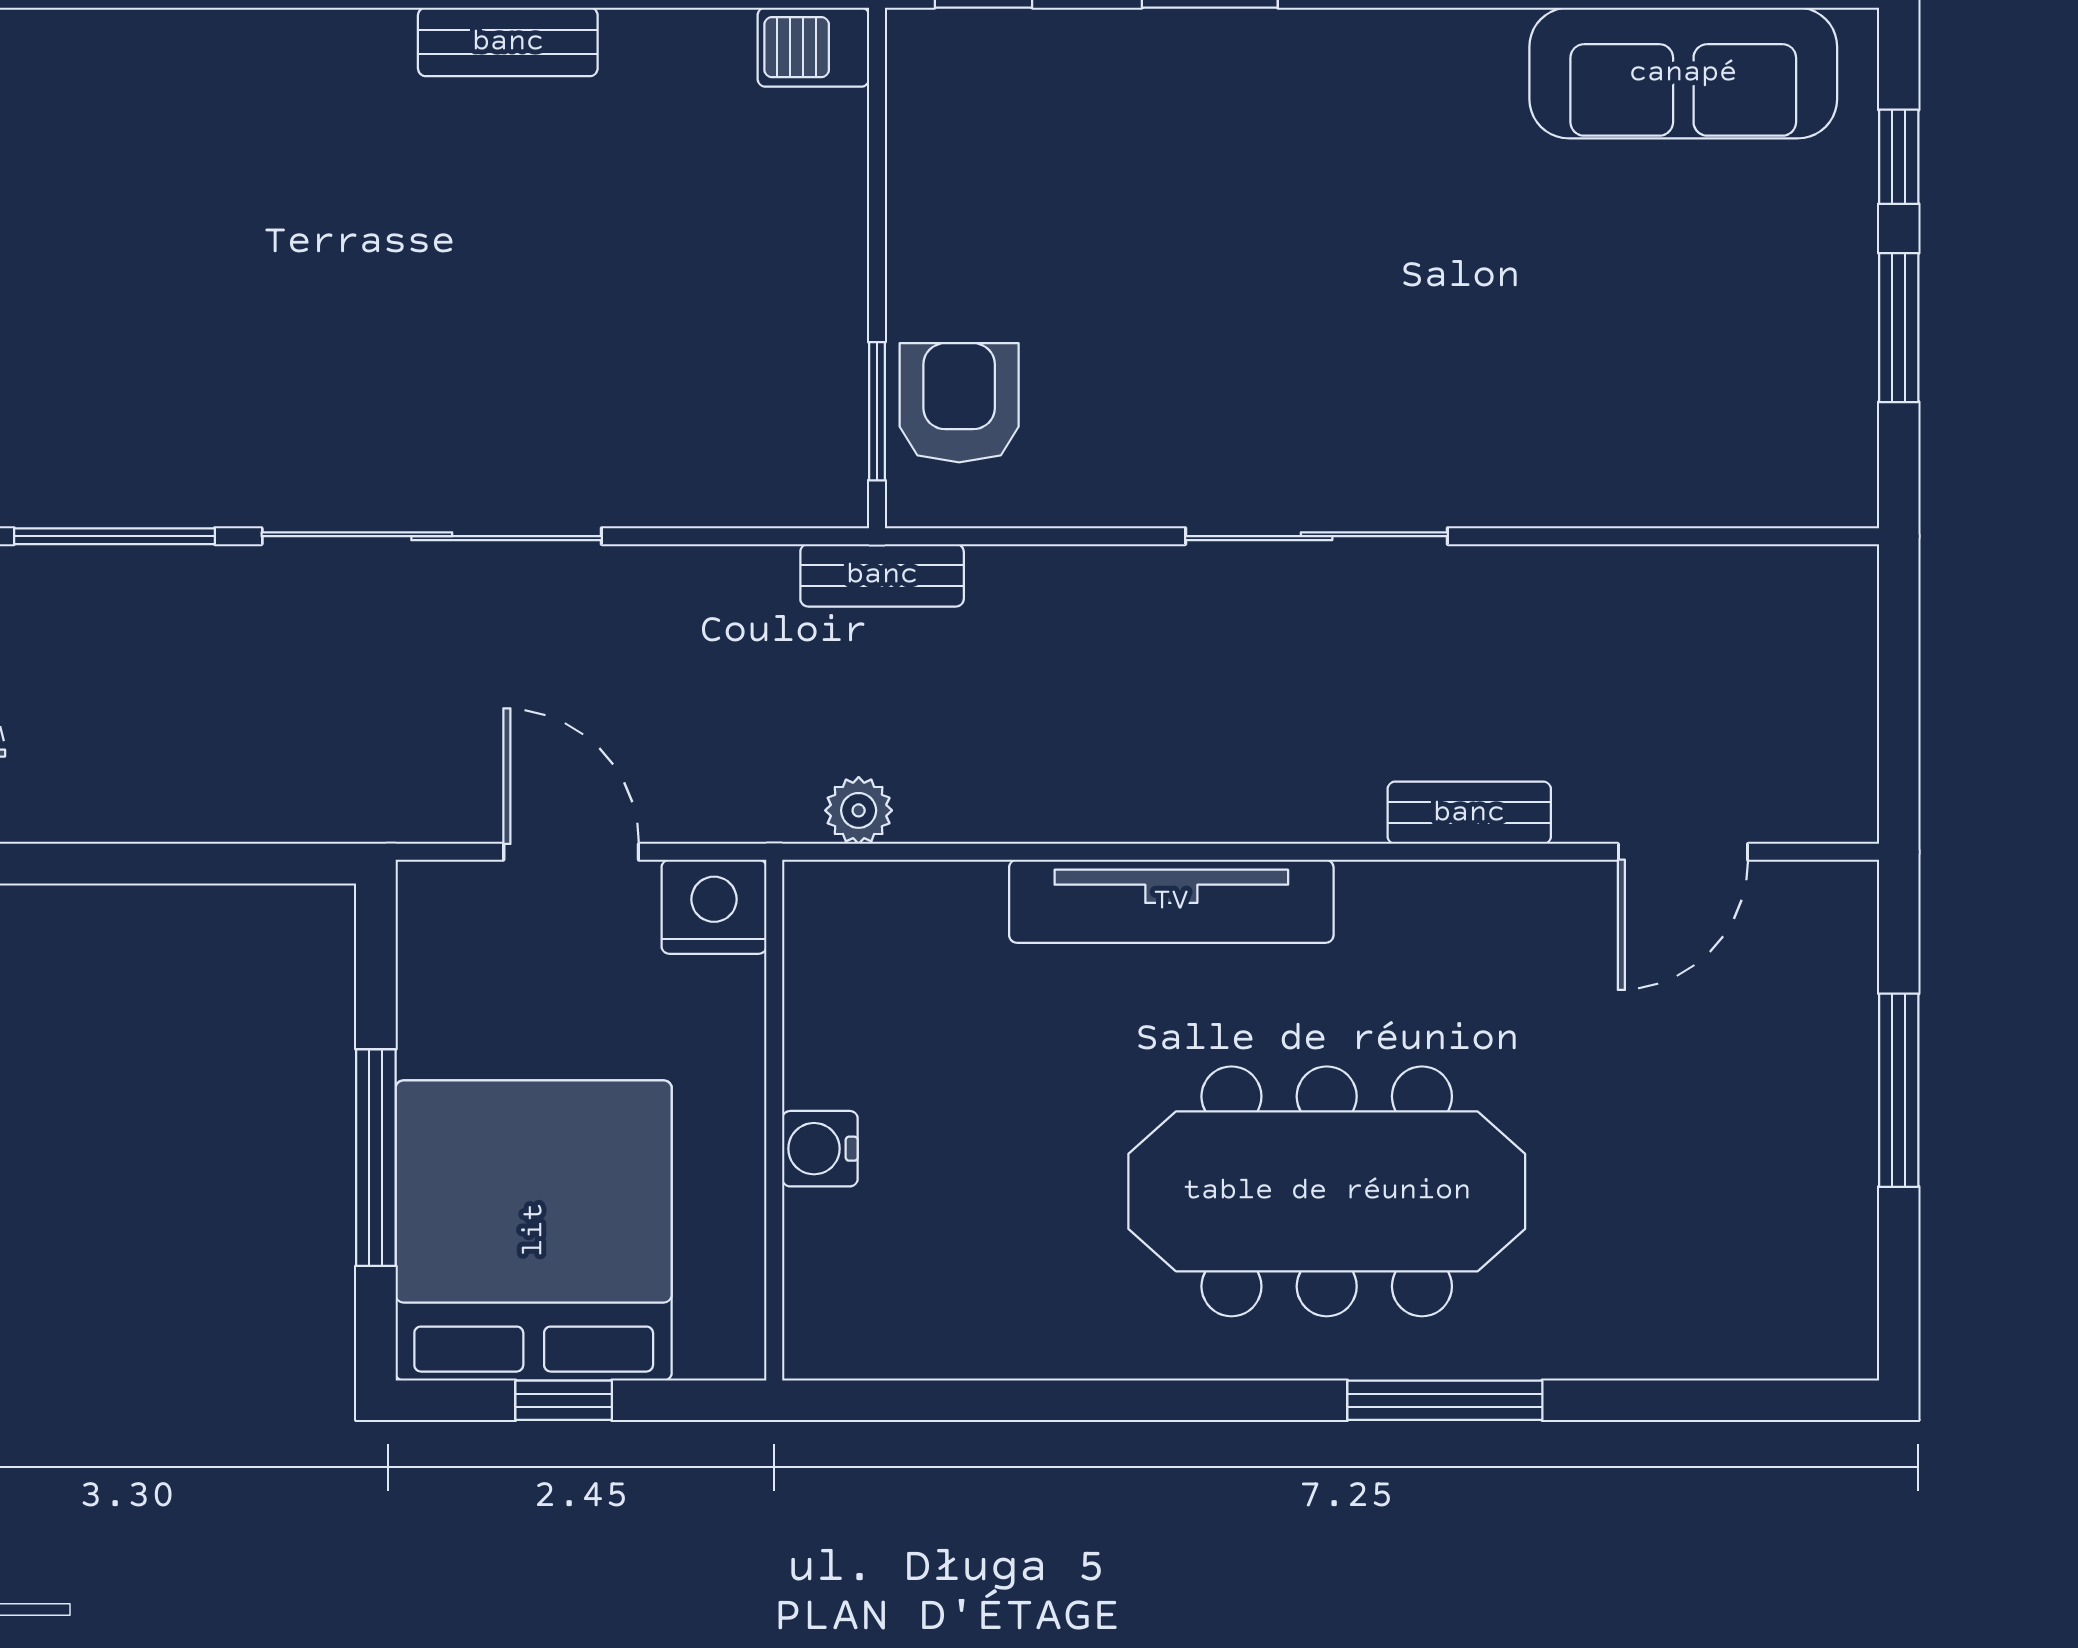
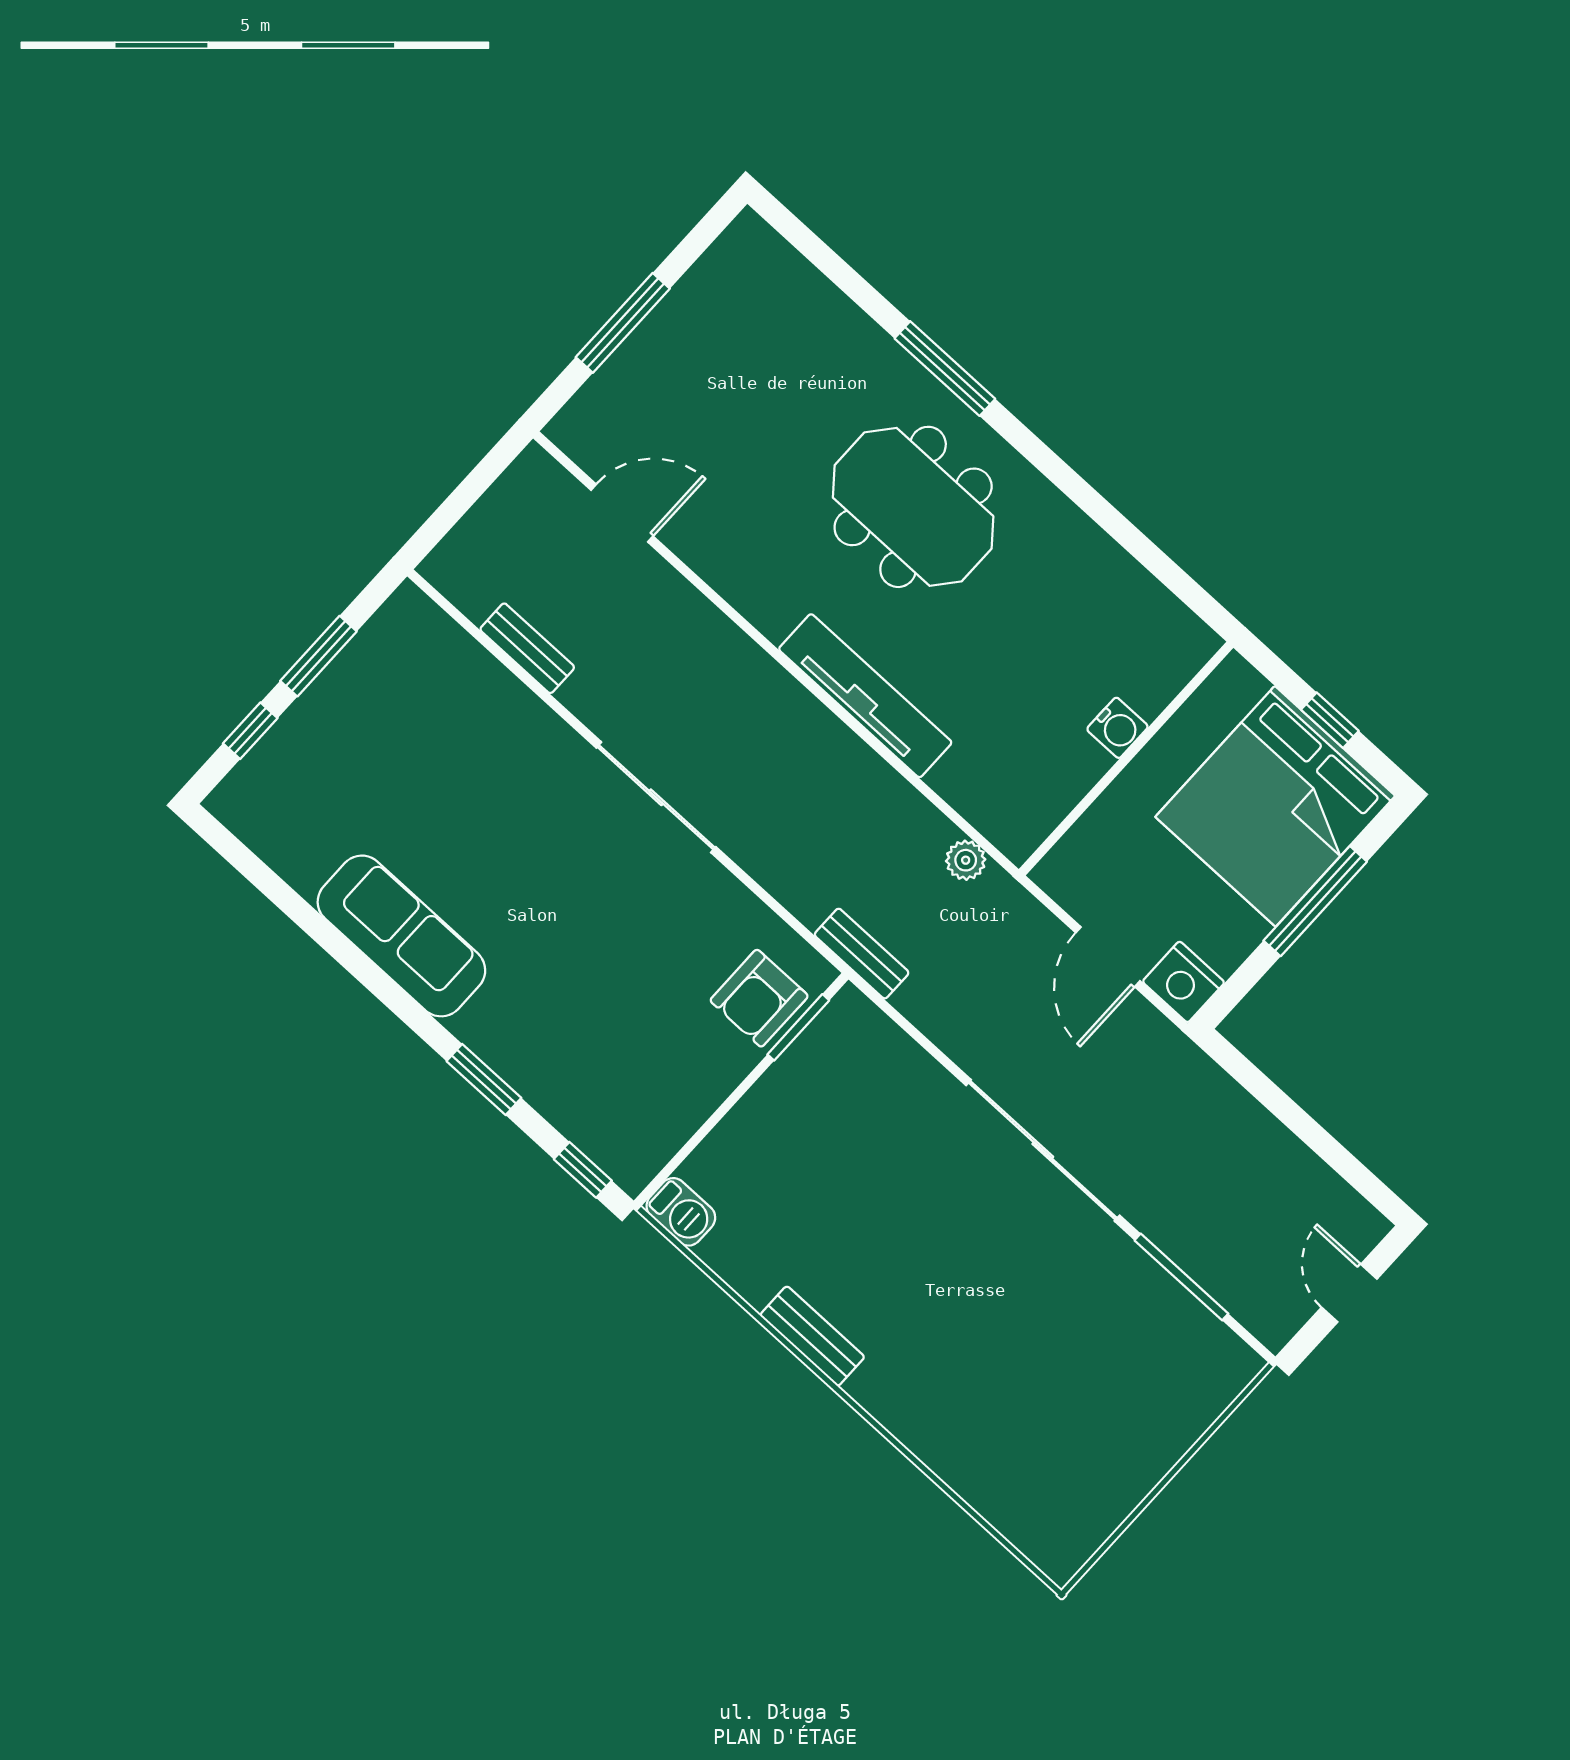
sofa: (1683, 73) -> (401, 936), moved
bench: (1469, 813) -> (527, 648), moved
nightstand: (714, 907) -> (1184, 982), moved
meeting table: (1327, 1191) -> (913, 507), width x0.73

